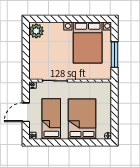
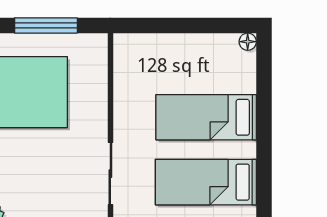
bed: (82, 119) -> (206, 117), width x0.67

